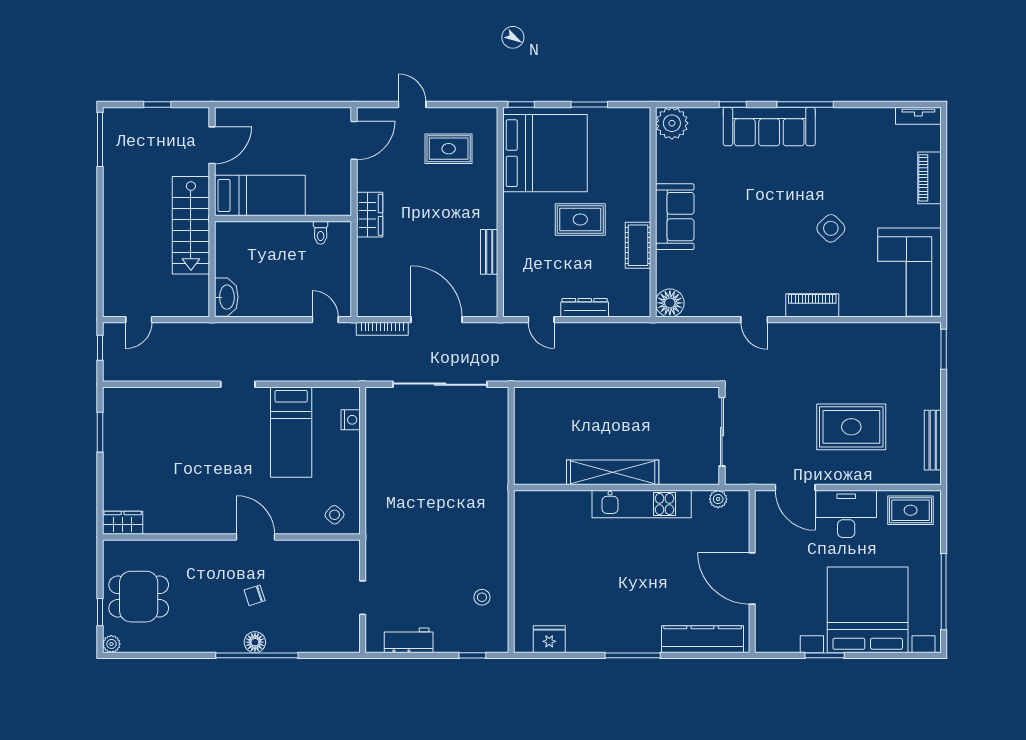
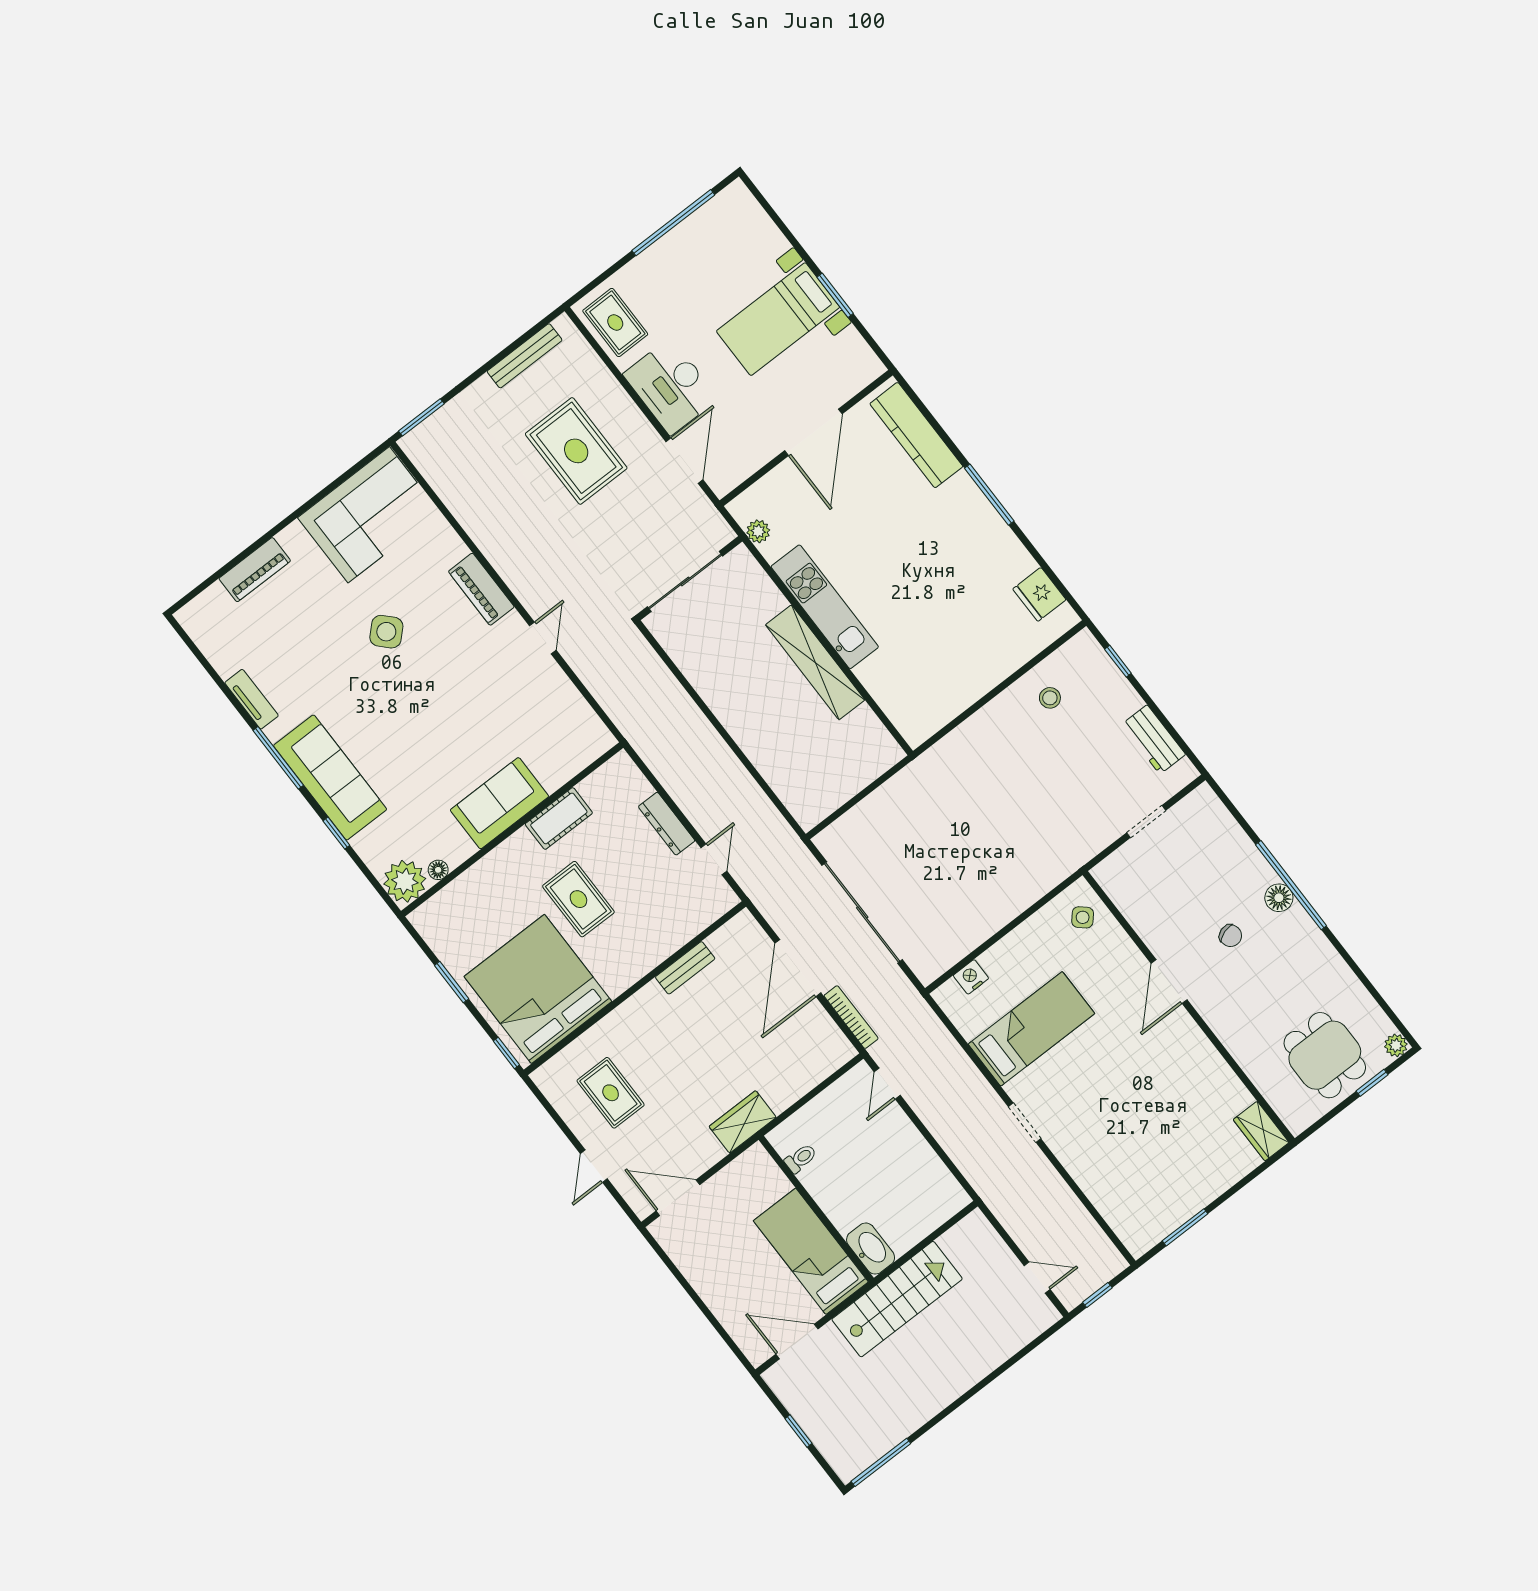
tv unit: (918, 116) -> (252, 699), moved
washbasin: (226, 297) -> (871, 1249), moved, turned 90
floor lamp: (670, 303) -> (438, 870), moved, width x0.53, depth x0.53
bed with nightstands: (868, 610) -> (778, 319), width x0.54

